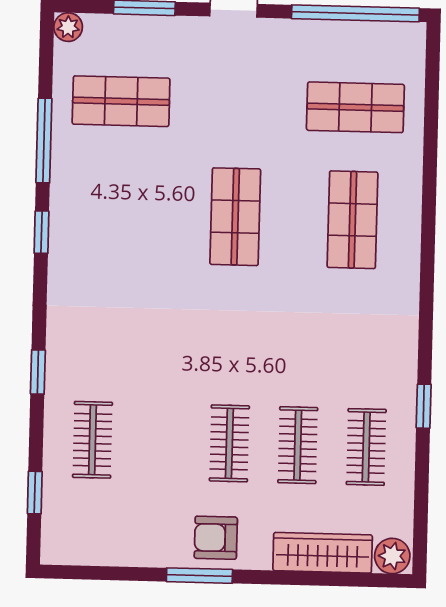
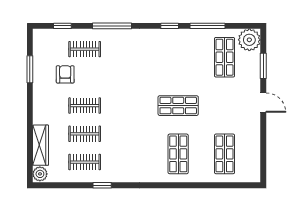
window: (355, 13) -> (263, 153), removed
plant: (68, 27) -> (249, 40), width x1.87, depth x1.87
shop shelf: (352, 220) -> (178, 154), turned 90
window: (38, 372) -> (112, 26), width x2.17
armchair: (216, 538) -> (65, 74), moved
window: (199, 576) -> (30, 69), moved

